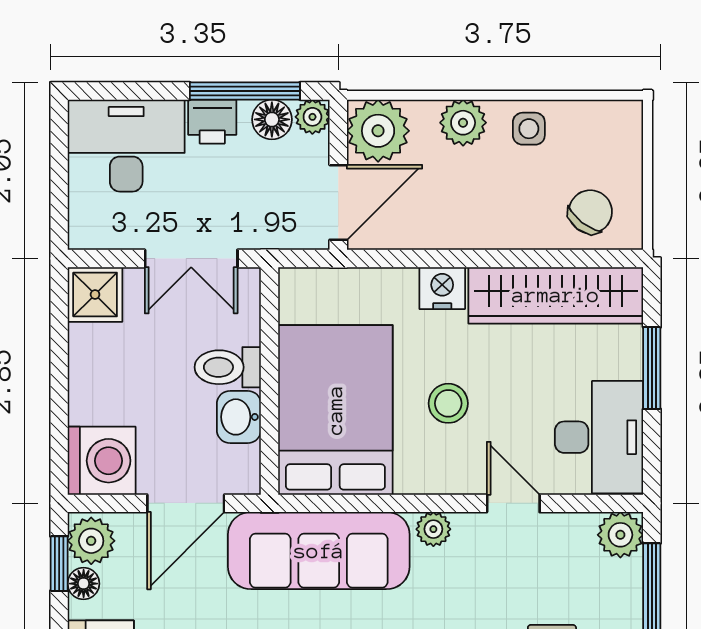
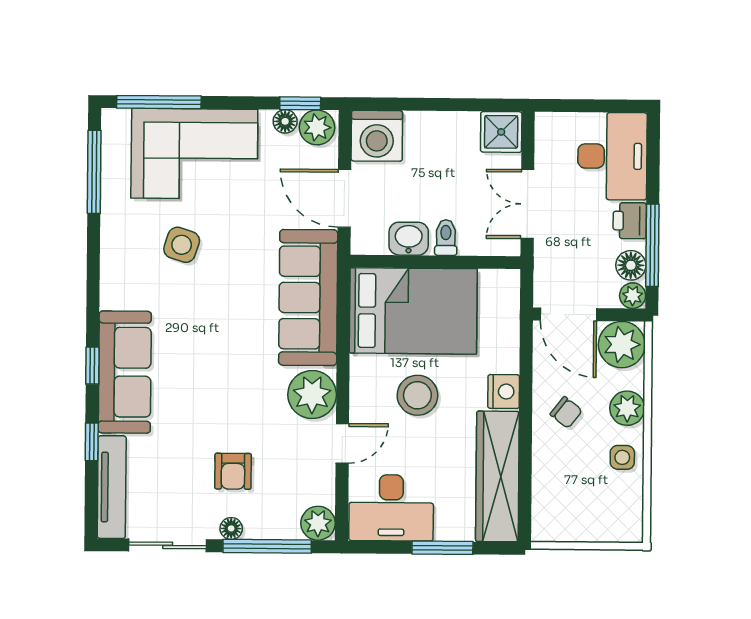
chair: (590, 212) -> (566, 412), moved, width x0.73, depth x0.73
toilet: (228, 367) -> (446, 238), width x0.73, depth x0.72
stool: (448, 403) -> (417, 395), width x1.38, depth x1.38
plant: (433, 529) -> (312, 395), width x1.87, depth x1.87

